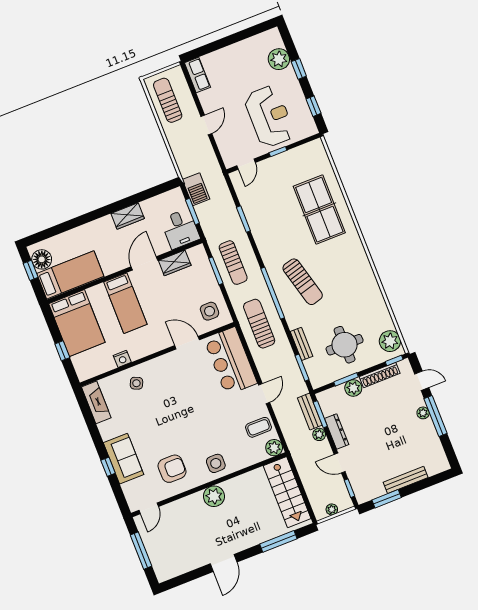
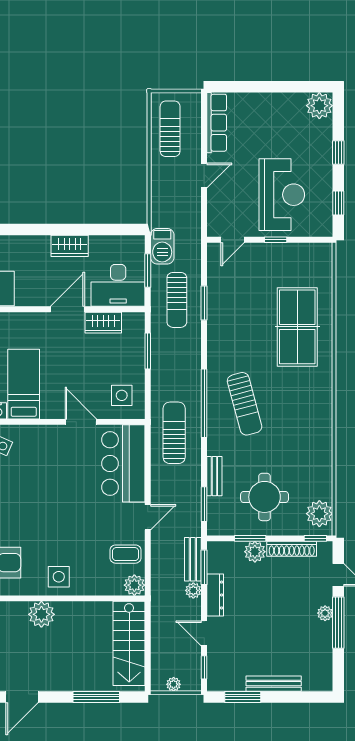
plant: (279, 59) -> (319, 106), moved
row of seats: (197, 75) -> (217, 123), width x1.48
desk: (180, 229) -> (118, 285), width x1.37
sun lounger: (233, 263) -> (177, 300), moved
bed: (125, 303) -> (24, 384), moved, turned 180

